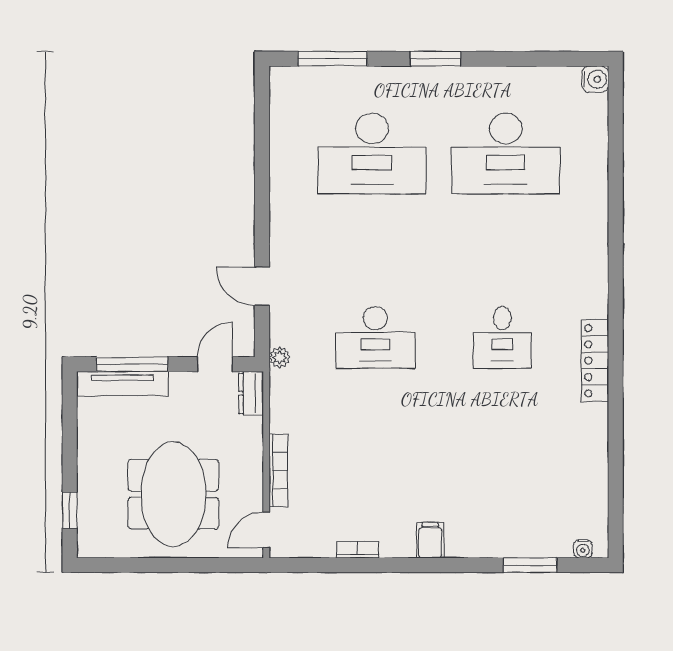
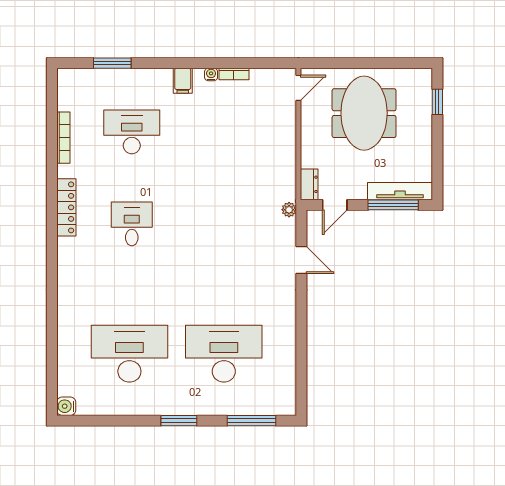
desk: (375, 337) -> (132, 132), moved
bookcase: (278, 470) -> (63, 138), moved, turned 180
water cooler: (583, 549) -> (211, 74), moved

